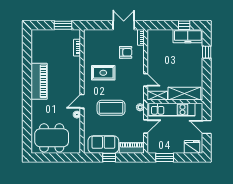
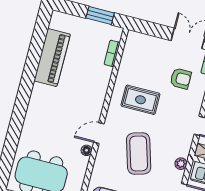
piano: (39, 81) -> (52, 57), moved
coffee table: (111, 108) -> (139, 154), turned 73

